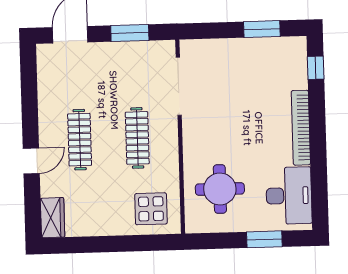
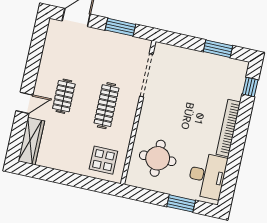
clothes rail: (80, 140) -> (64, 96), width x0.73
wardrobe: (53, 218) -> (31, 141), width x1.50

